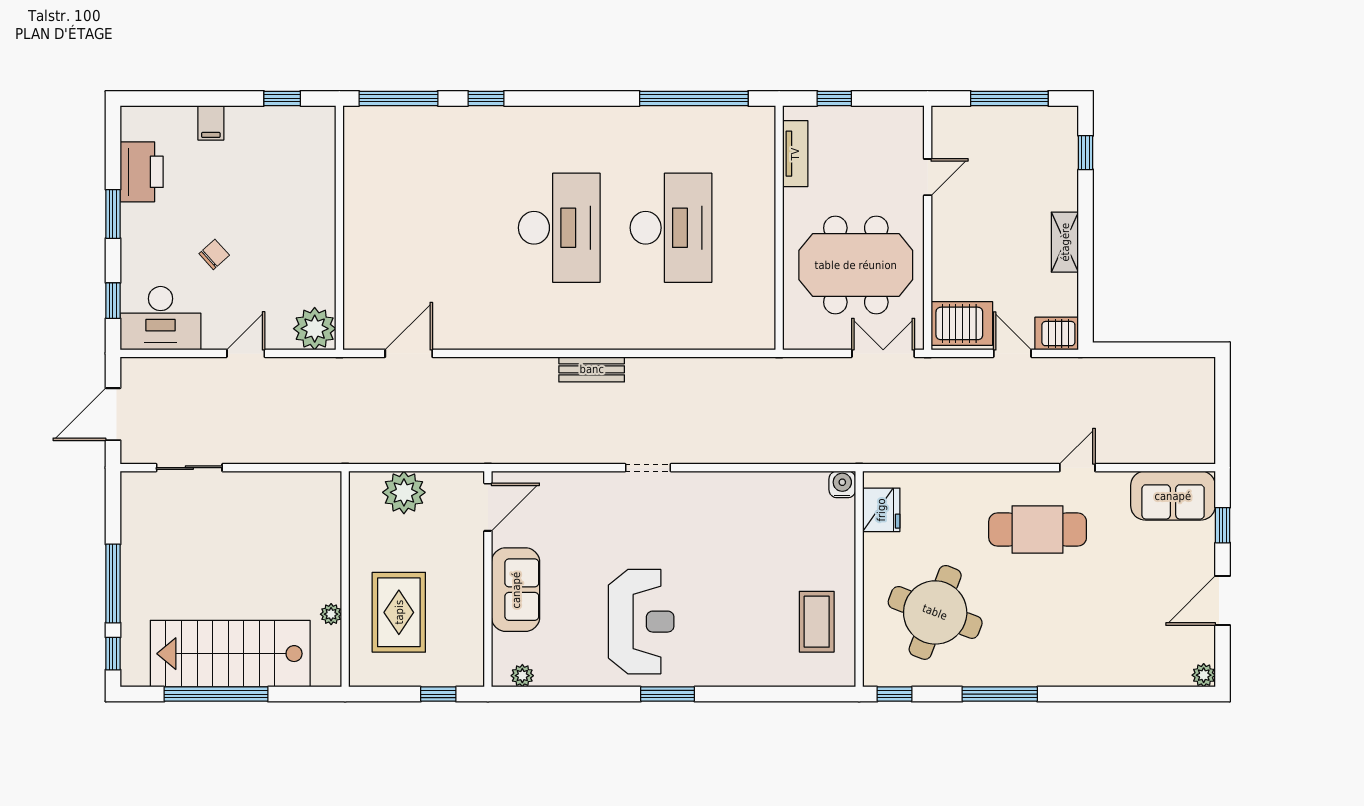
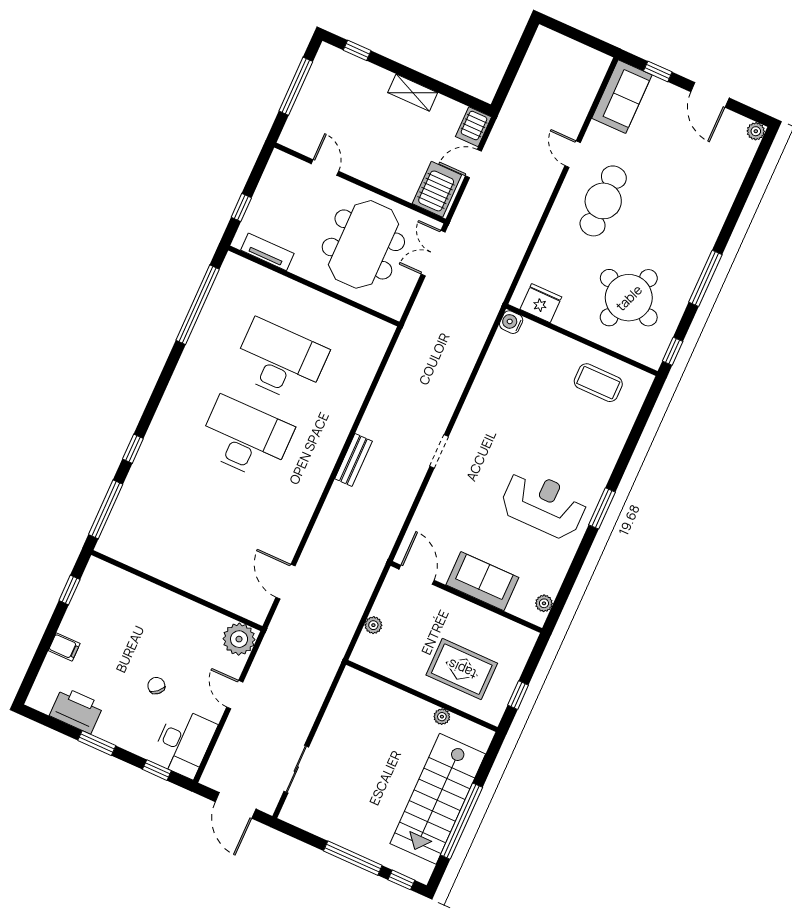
plant: (404, 492) -> (373, 625), width x0.53, depth x0.53
window: (438, 694) -> (518, 695), moved

